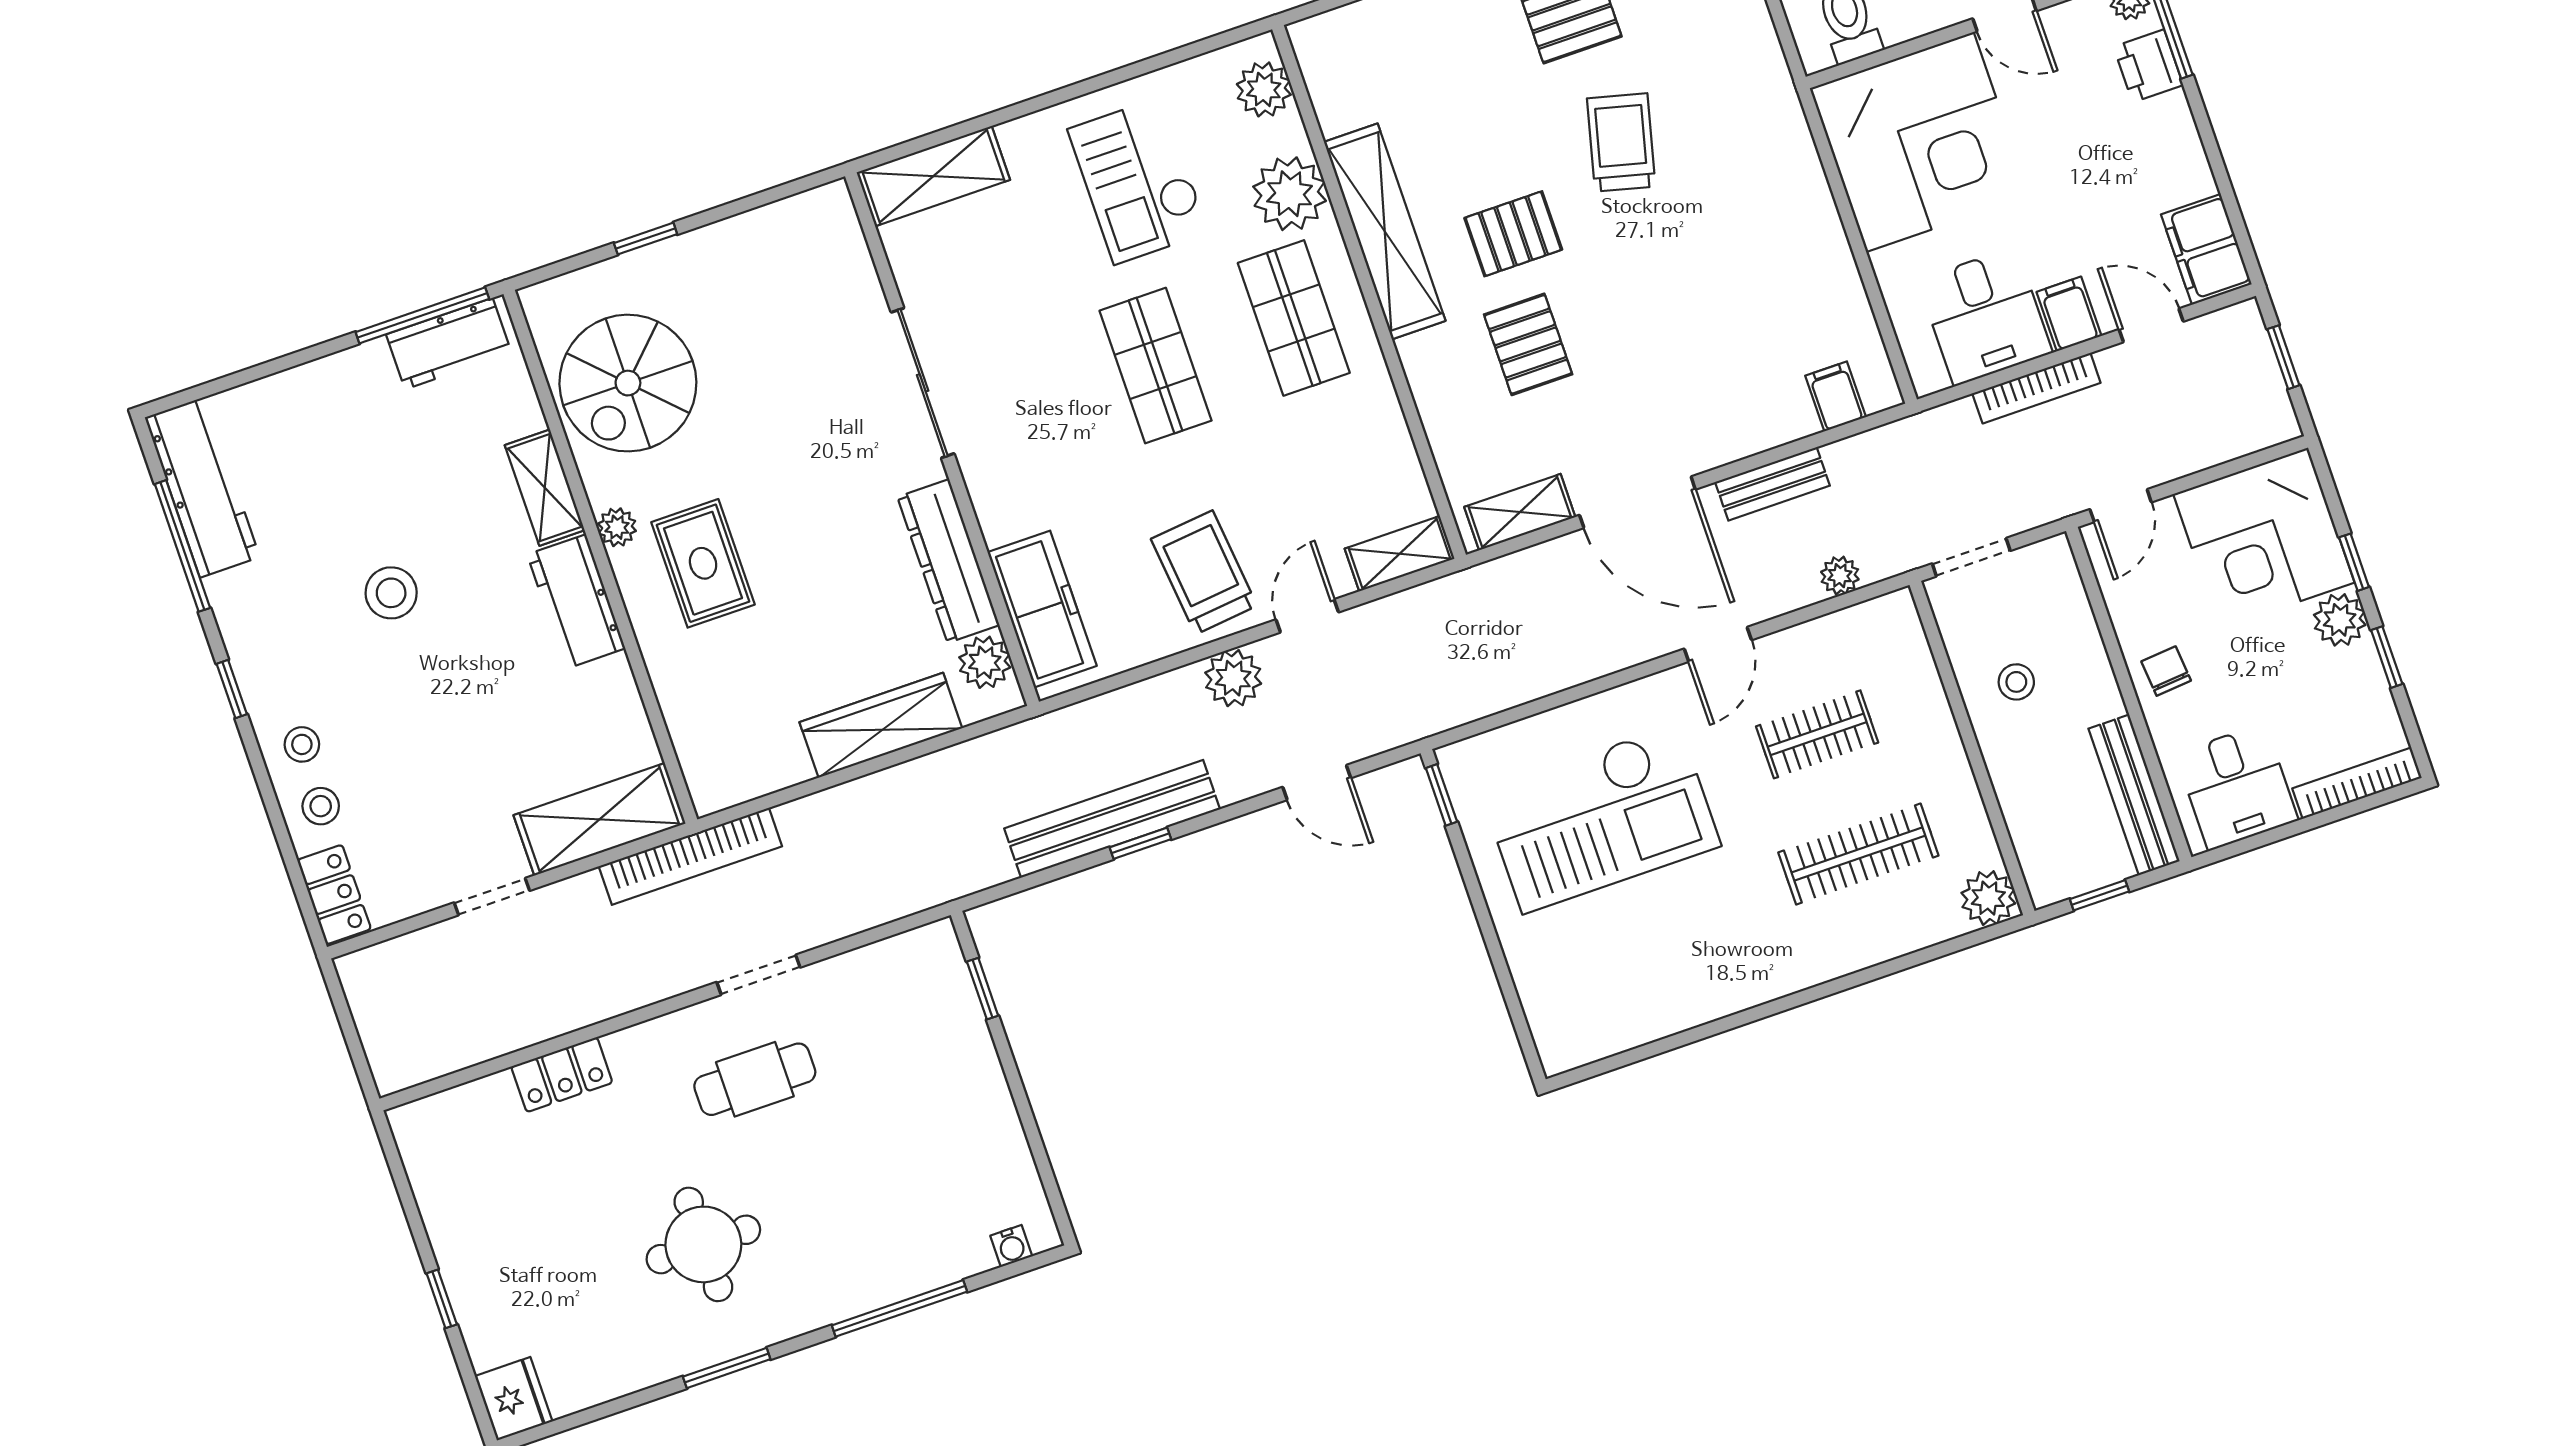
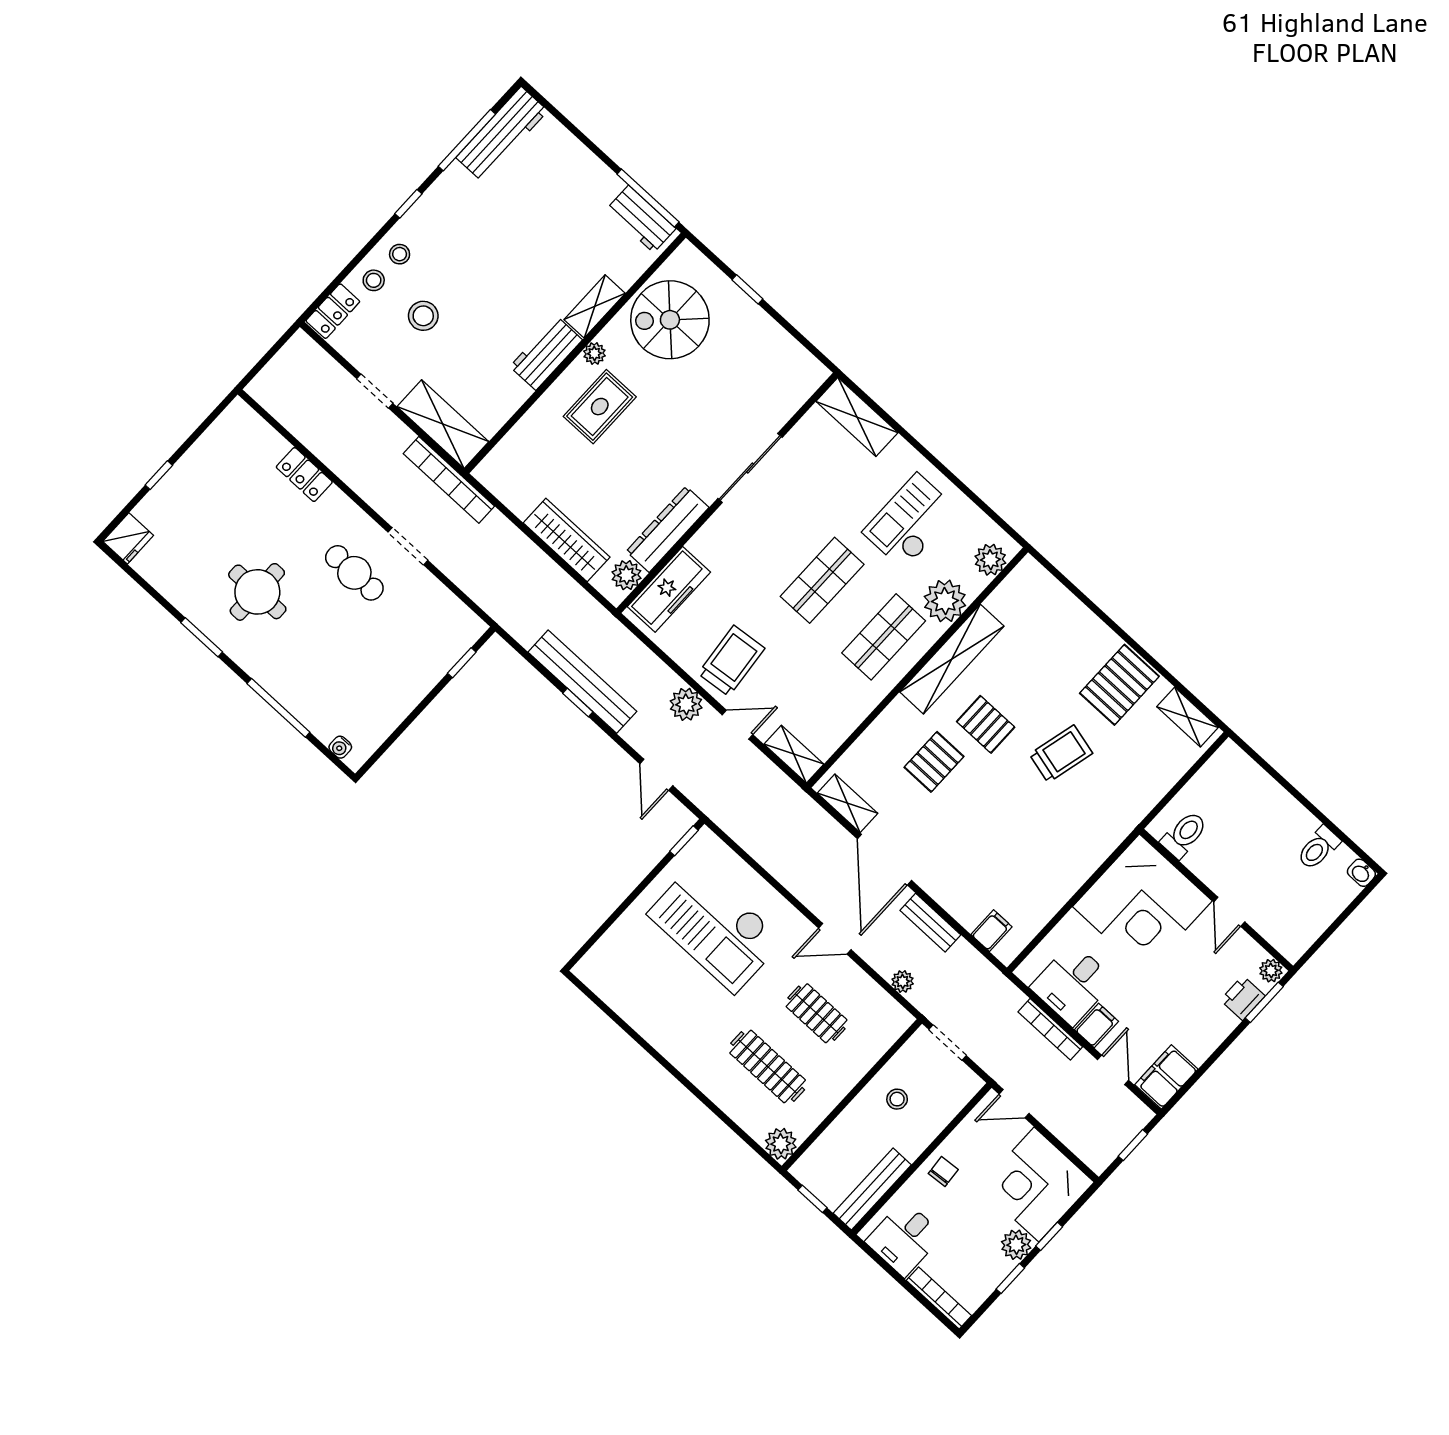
stool: (391, 593) -> (423, 316), moved

